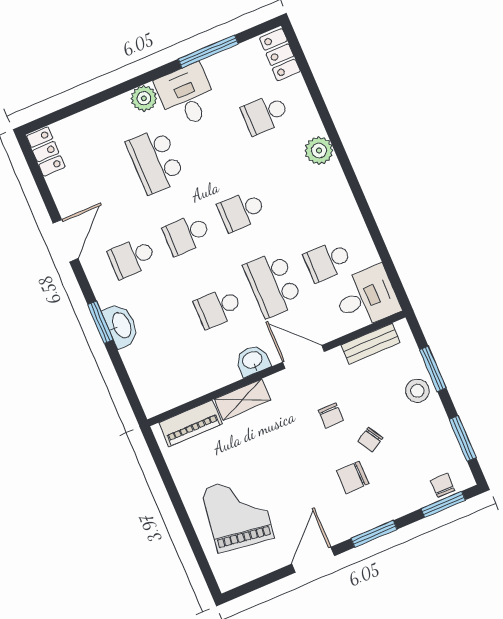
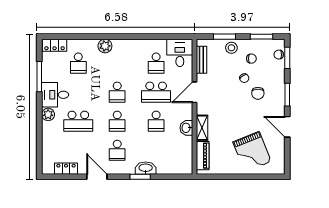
locker: (46, 152) -> (66, 169), moved
washbasin: (253, 361) -> (186, 128), moved
chair: (331, 416) -> (251, 59), moved
grand piano: (238, 513) -> (252, 152), turned -120

